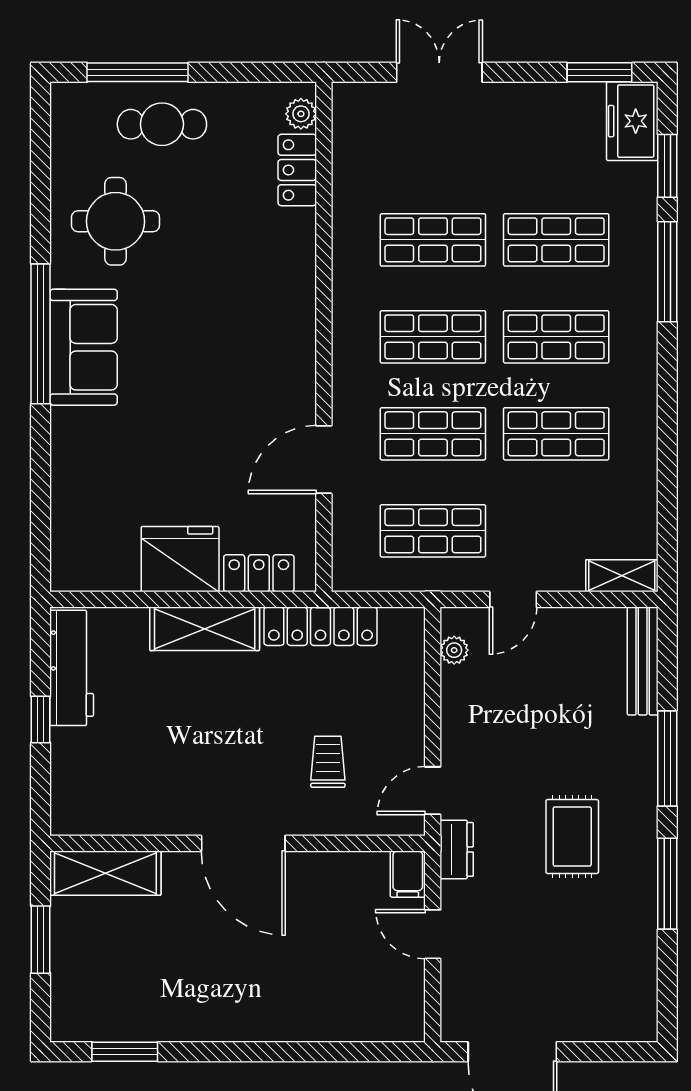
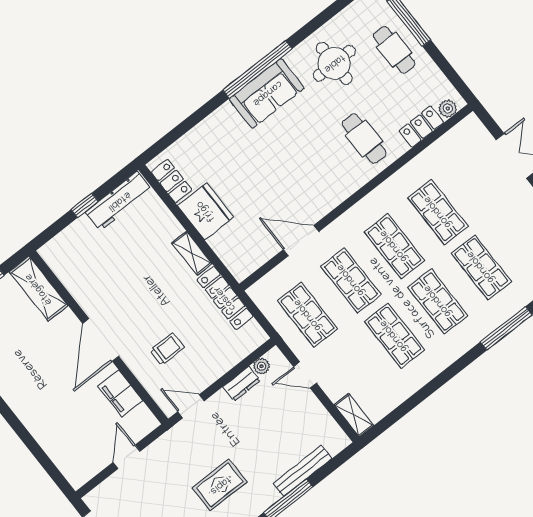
cafe table: (252, 262) -> (364, 139), added
locker: (259, 573) -> (172, 181), moved
shelving: (205, 629) -> (192, 253), width x0.67, depth x0.75
bench: (643, 661) -> (302, 471), moved
dresser: (457, 849) -> (242, 384), moved
filing cabinet: (408, 874) -> (120, 393), moved, width x2.00

